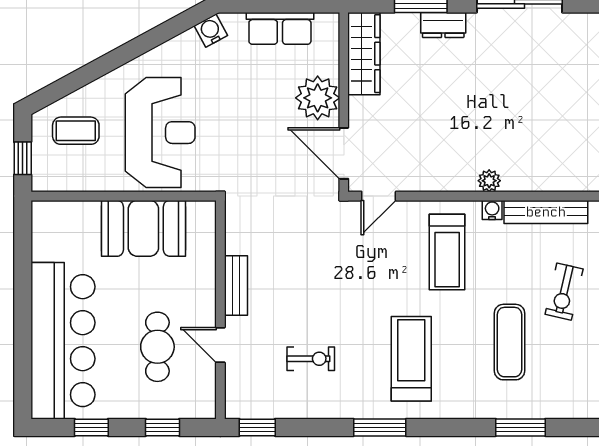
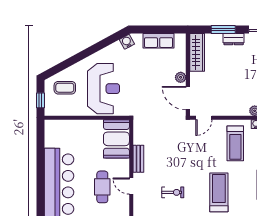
plant: (318, 98) -> (181, 77), width x0.53, depth x0.53
booth: (143, 228) -> (116, 139), moved, turned 90

